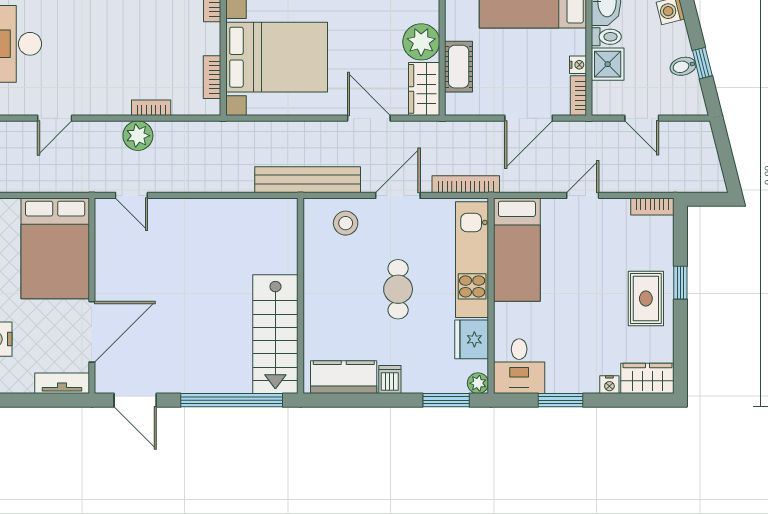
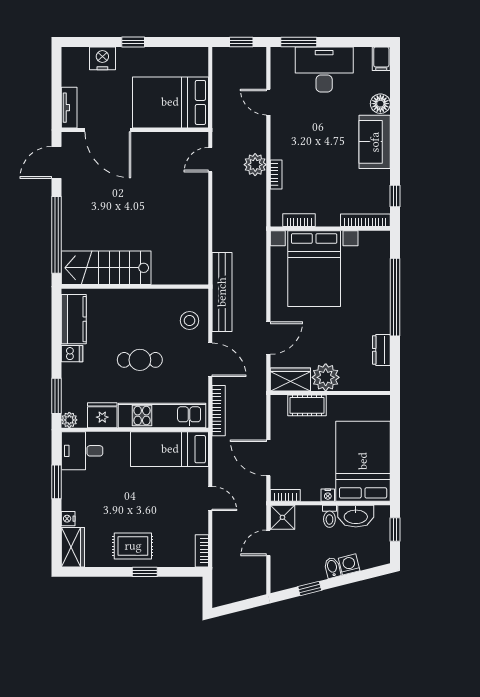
shower: (608, 64) -> (282, 517), moved
nightstand: (578, 65) -> (328, 495), moved
bidet: (683, 66) -> (332, 568), moved

